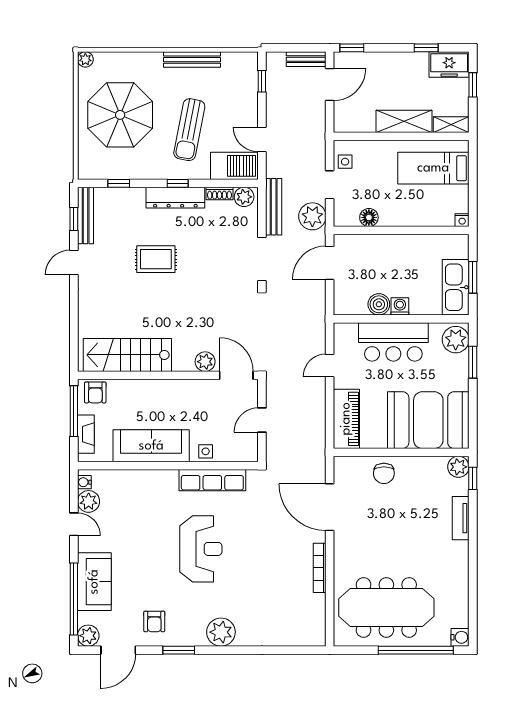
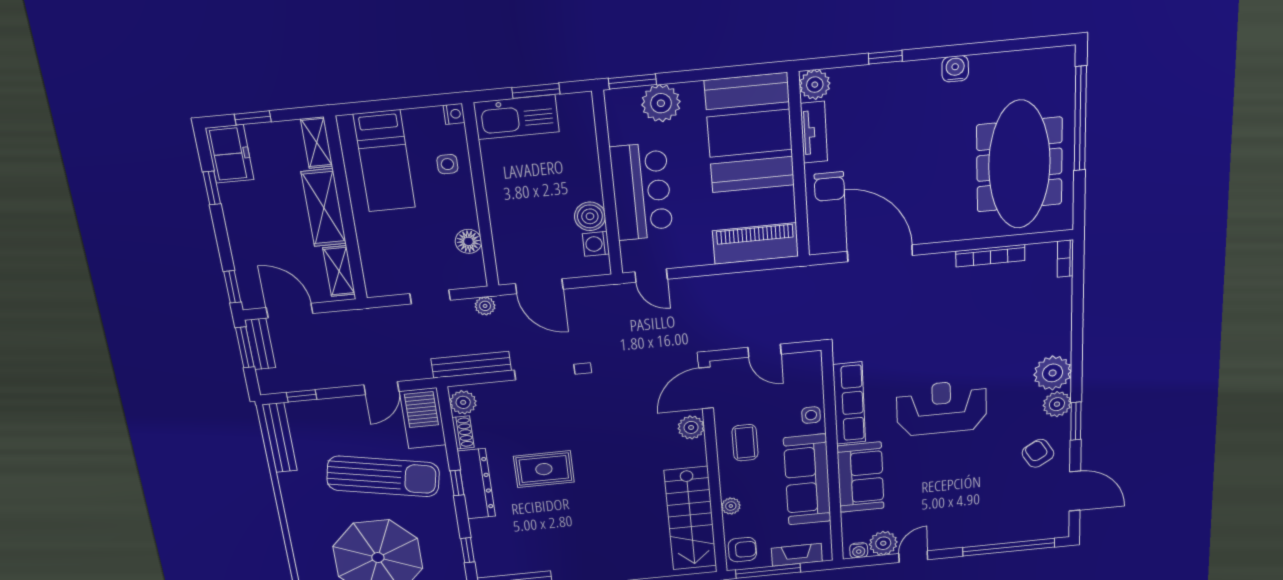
window: (305, 48) -> (245, 347), added
bench: (192, 60) -> (280, 438), moved
shelving: (356, 124) -> (339, 271), added
sun lounger: (189, 130) -> (383, 476), width x1.36, depth x1.34
side table: (345, 162) -> (447, 164), moved
plant: (312, 216) -> (485, 306), width x0.53, depth x0.53
rug: (156, 259) -> (544, 469), moved, turned 90
kitchen sink: (456, 287) -> (516, 117), moved
washing machine: (400, 306) -> (596, 244), moved
plant: (456, 340) -> (661, 103), moved
window: (473, 362) -> (632, 81), moved
door: (330, 365) -> (651, 275), moved
plant: (135, 386) -> (731, 506), added
coffee table: (188, 401) -> (745, 443), added
chair: (384, 473) -> (829, 186), turned 90
window: (473, 478) -> (885, 57), moved
door: (330, 507) -> (880, 253), swing flipped
tv unit: (461, 518) -> (814, 132), moved, turned -90
bookcase: (320, 568) -> (990, 256), moved
sofa: (94, 582) -> (861, 477), moved, turned 90
armchair: (154, 621) -> (1038, 453), turned -121
plant: (88, 636) -> (1057, 404), moved
water cooler: (460, 637) -> (955, 69), moved
bookcase: (312, 641) -> (1065, 258), added

